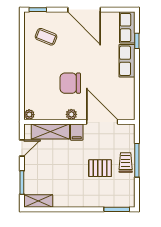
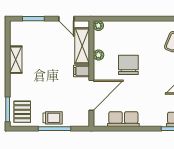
row of seats: (127, 61) -> (123, 119), moved
plant: (71, 114) -> (98, 55), moved
pallet: (100, 168) -> (22, 112), moved
shelving: (38, 201) -> (16, 60), moved

